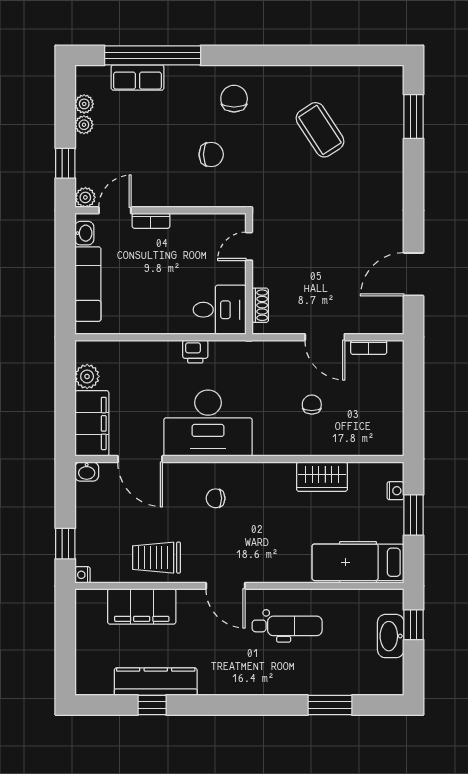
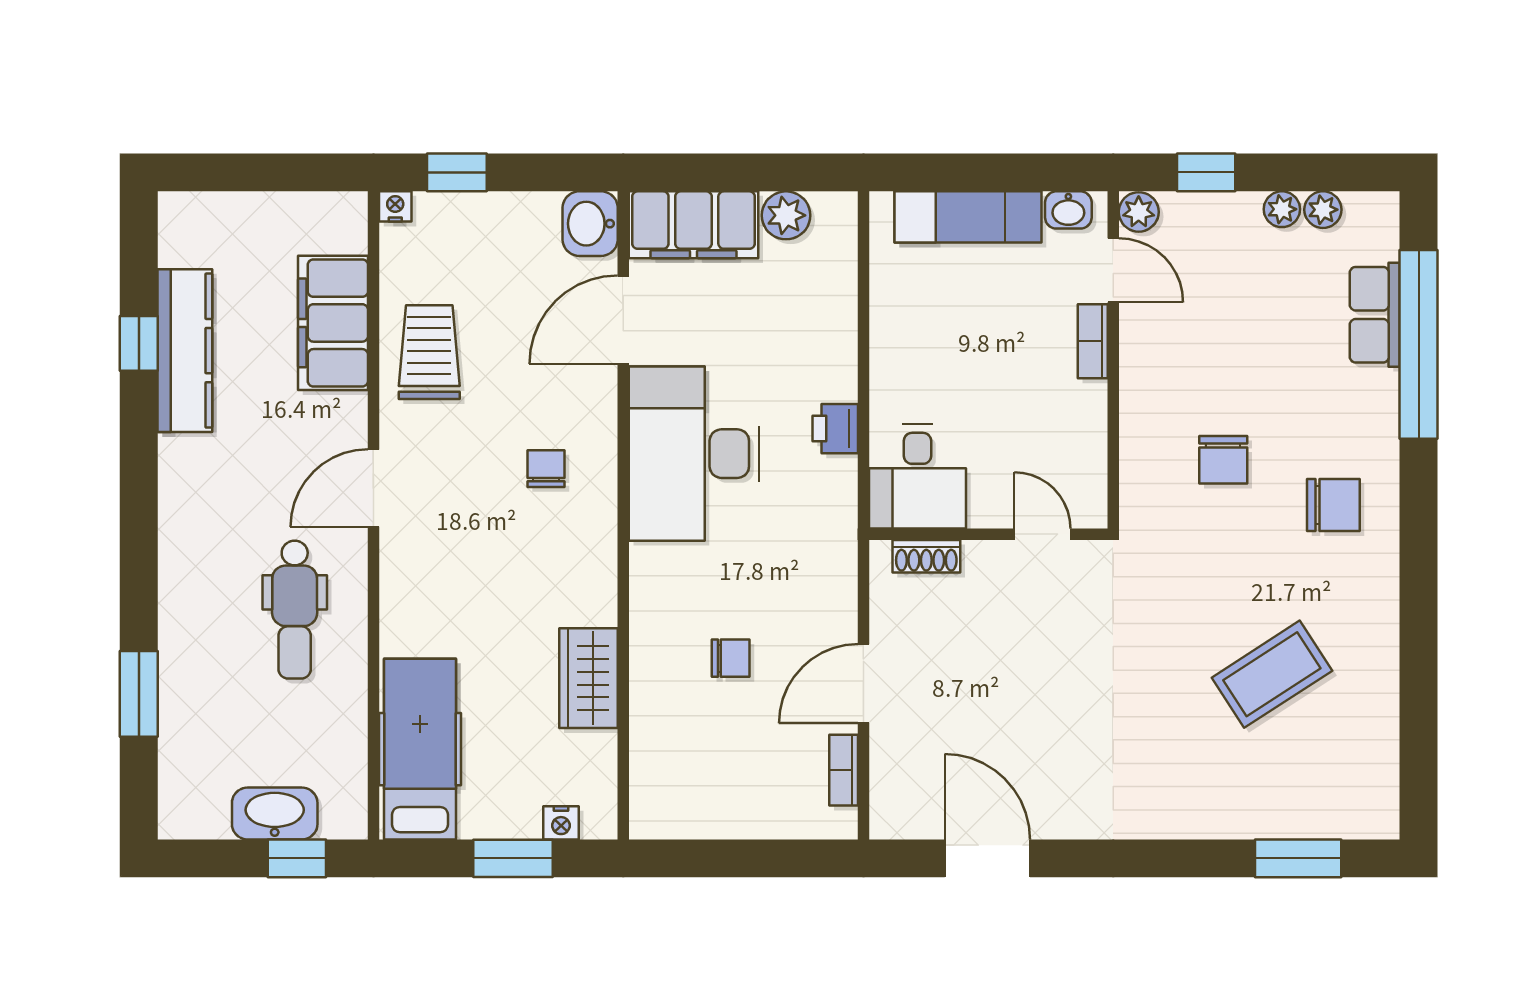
washbasin: (87, 472) -> (590, 224), width x1.38, depth x1.45

